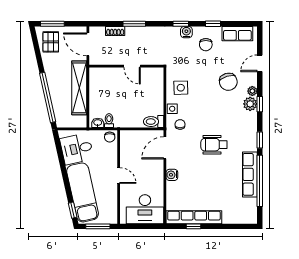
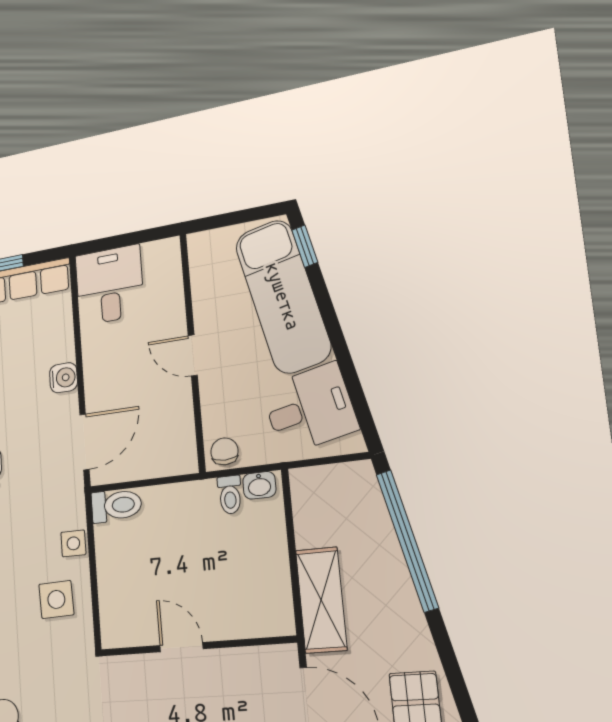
shelving: (79, 88) -> (321, 600), width x0.68
chair: (180, 124) -> (52, 506), removed
desk: (145, 209) -> (109, 285), width x0.73
window: (98, 226) -> (235, 218), removed

